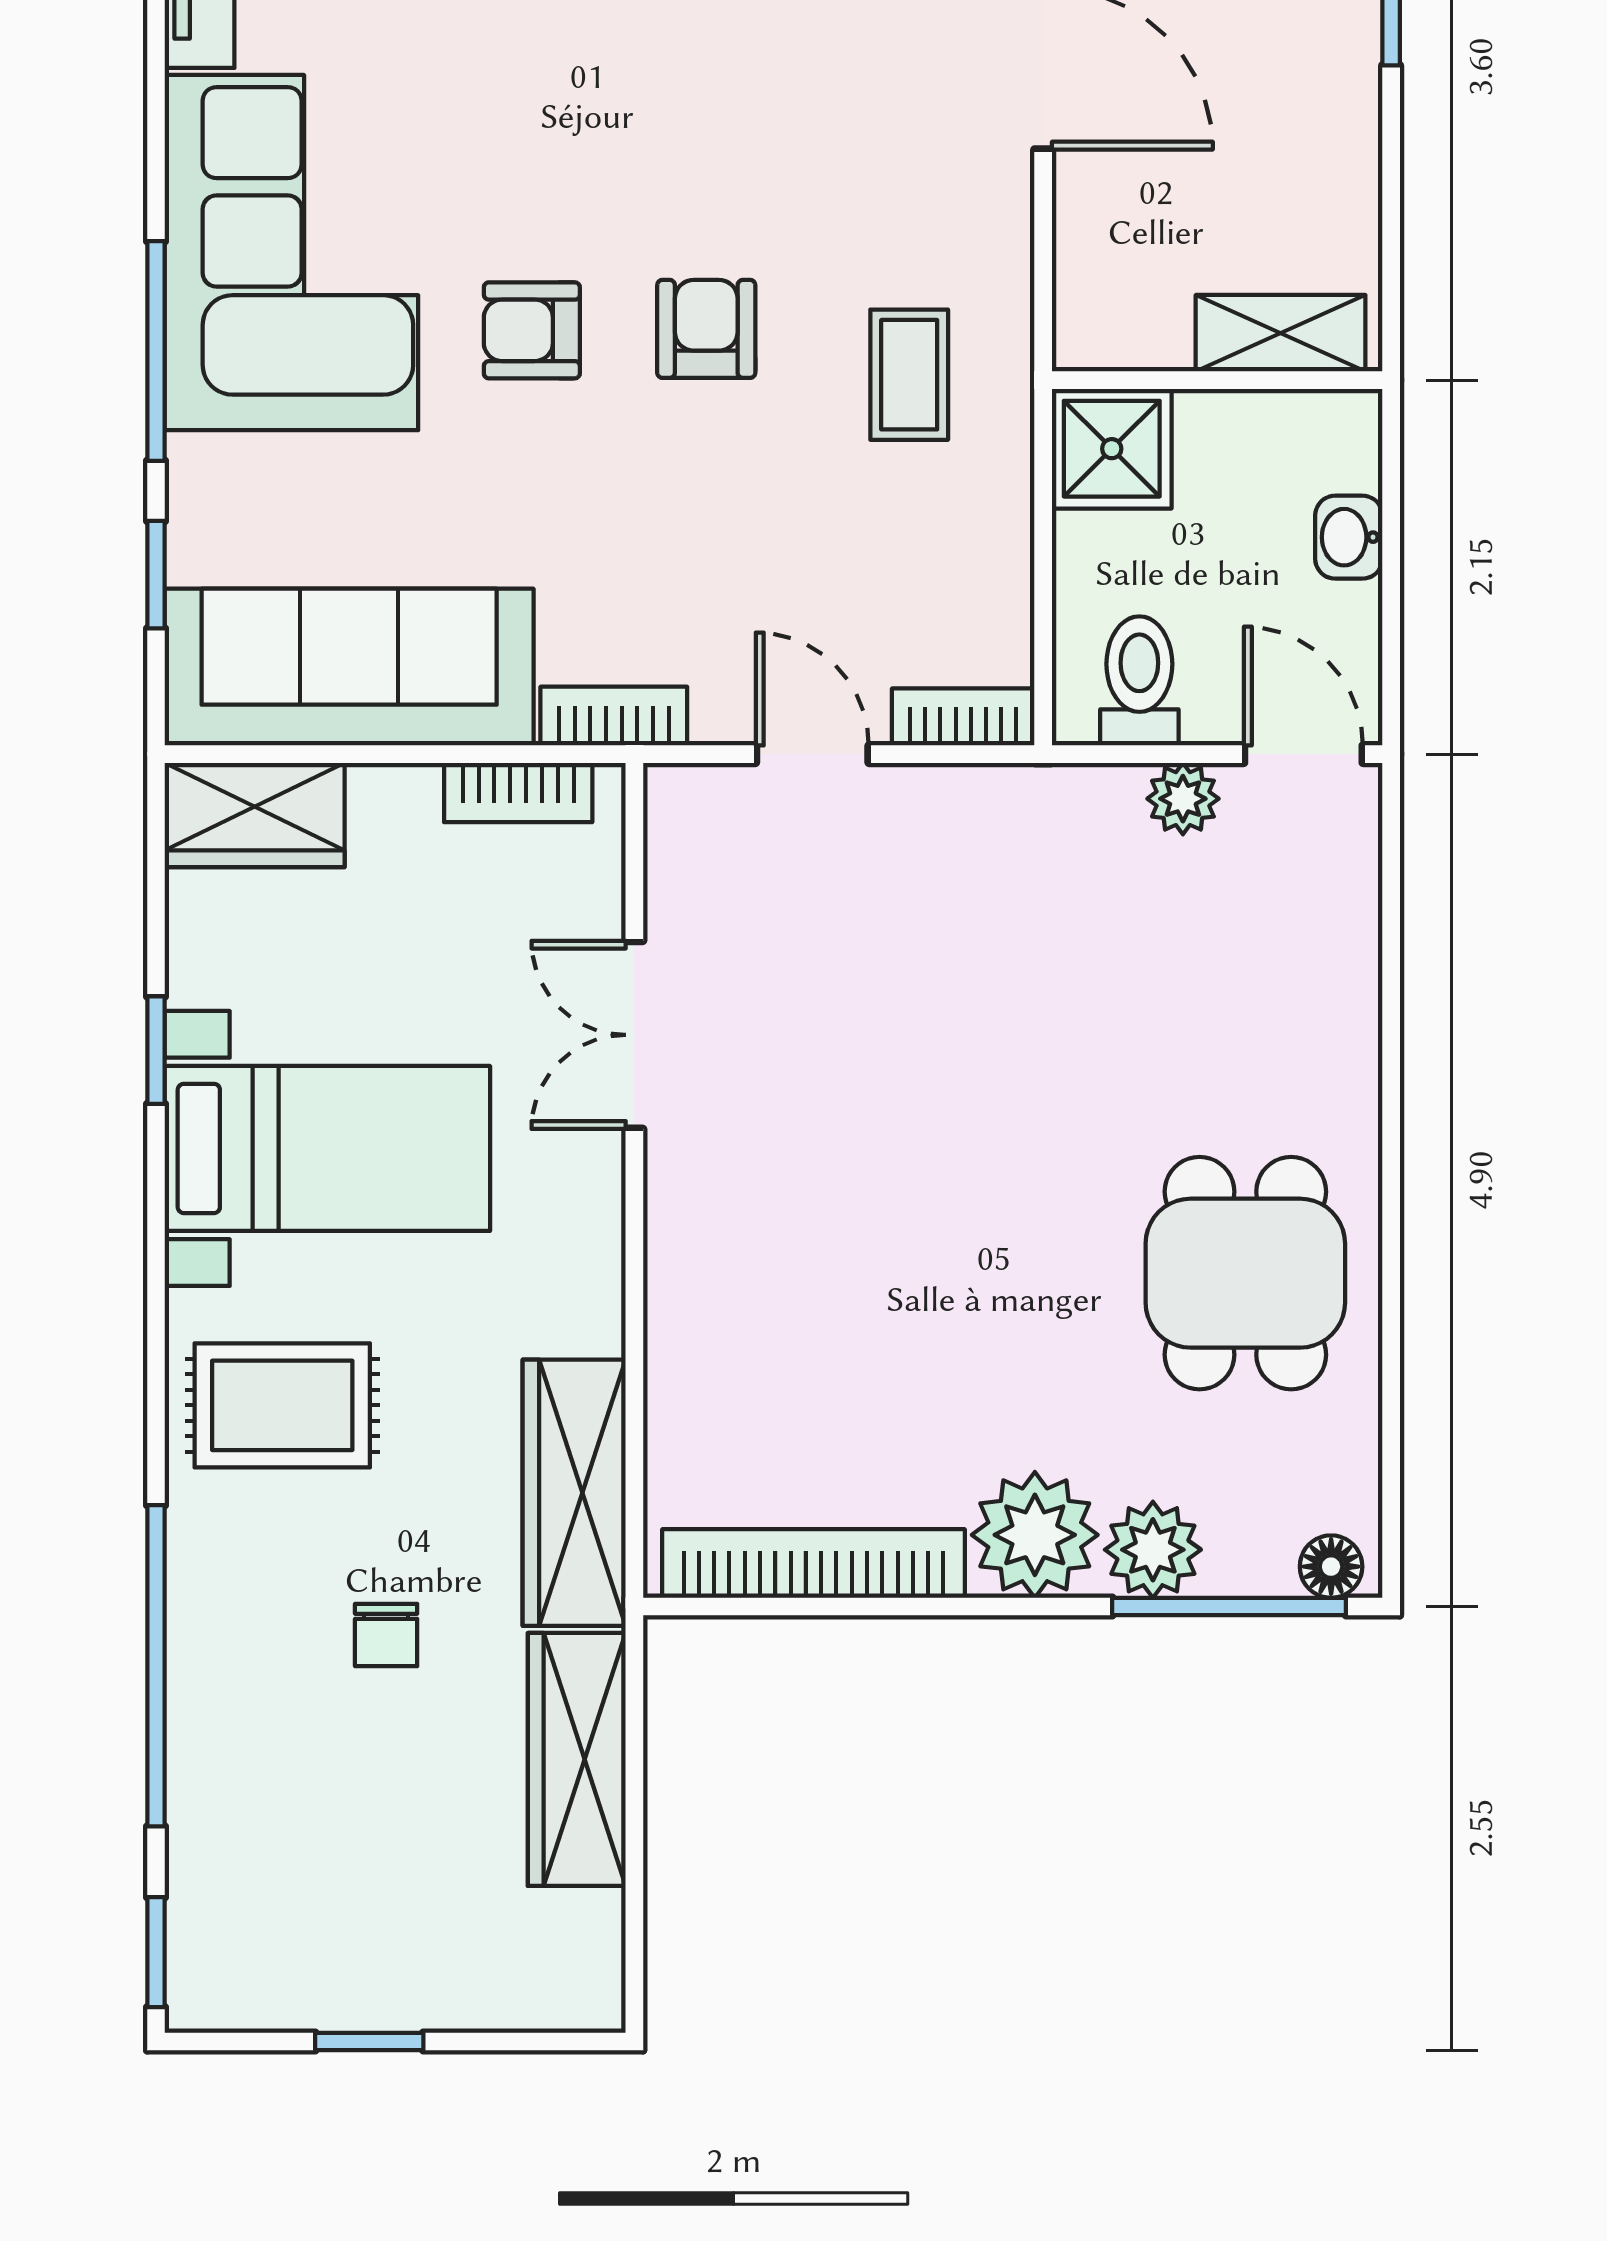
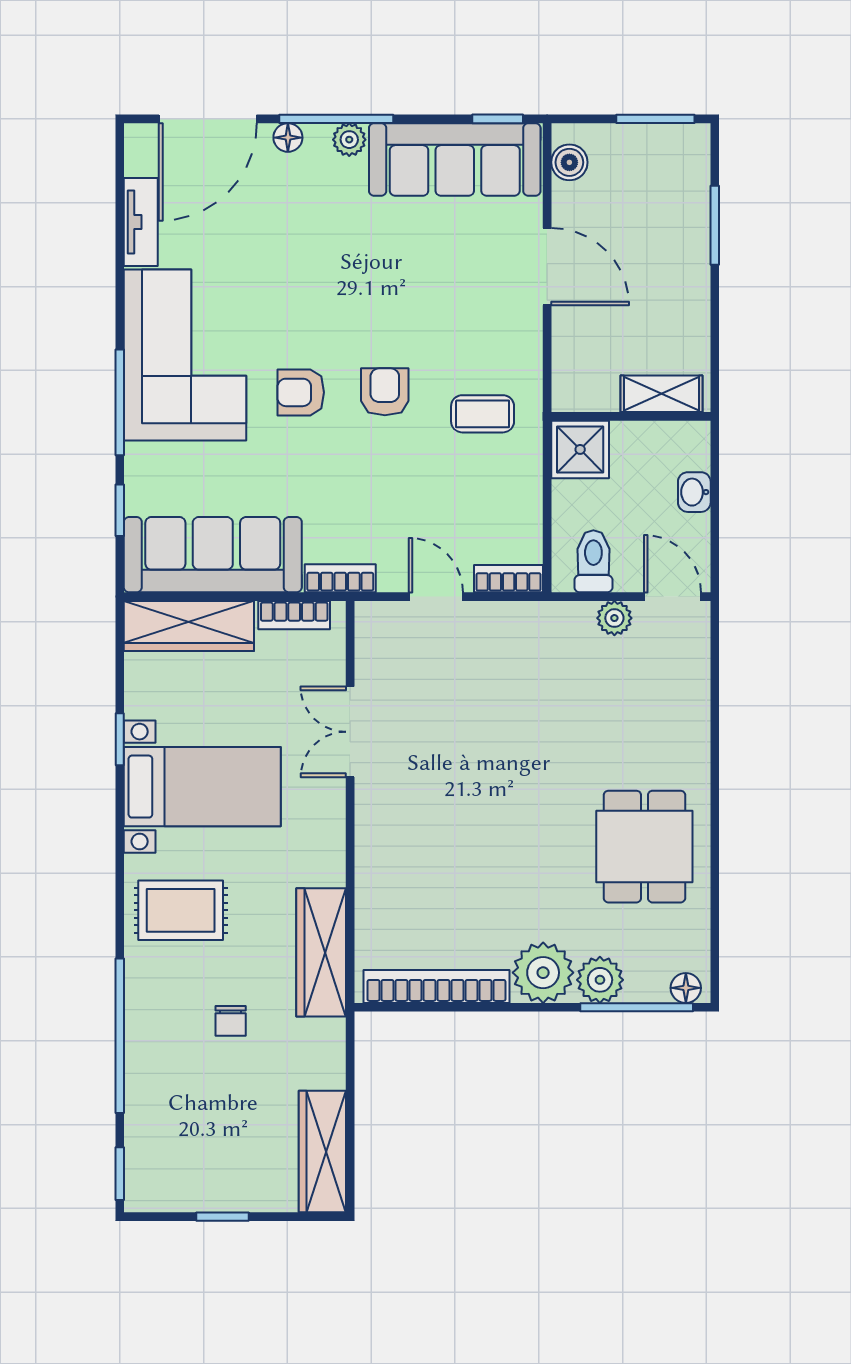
coffee table: (909, 375) -> (483, 414), turned 90
wardrobe: (255, 815) -> (189, 626), width x1.50
wardrobe: (577, 1759) -> (322, 1152), moved

